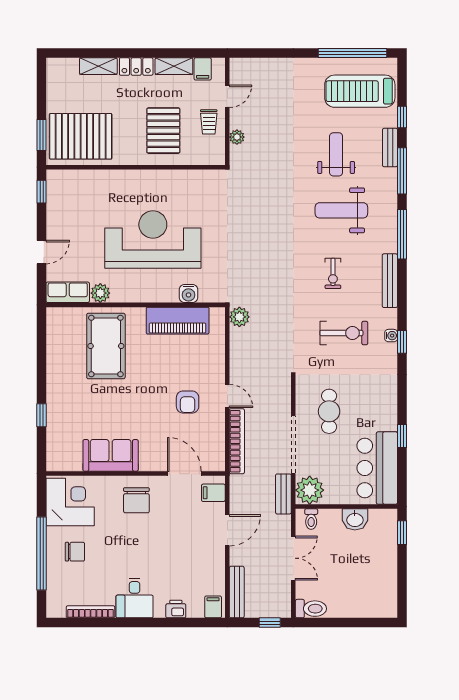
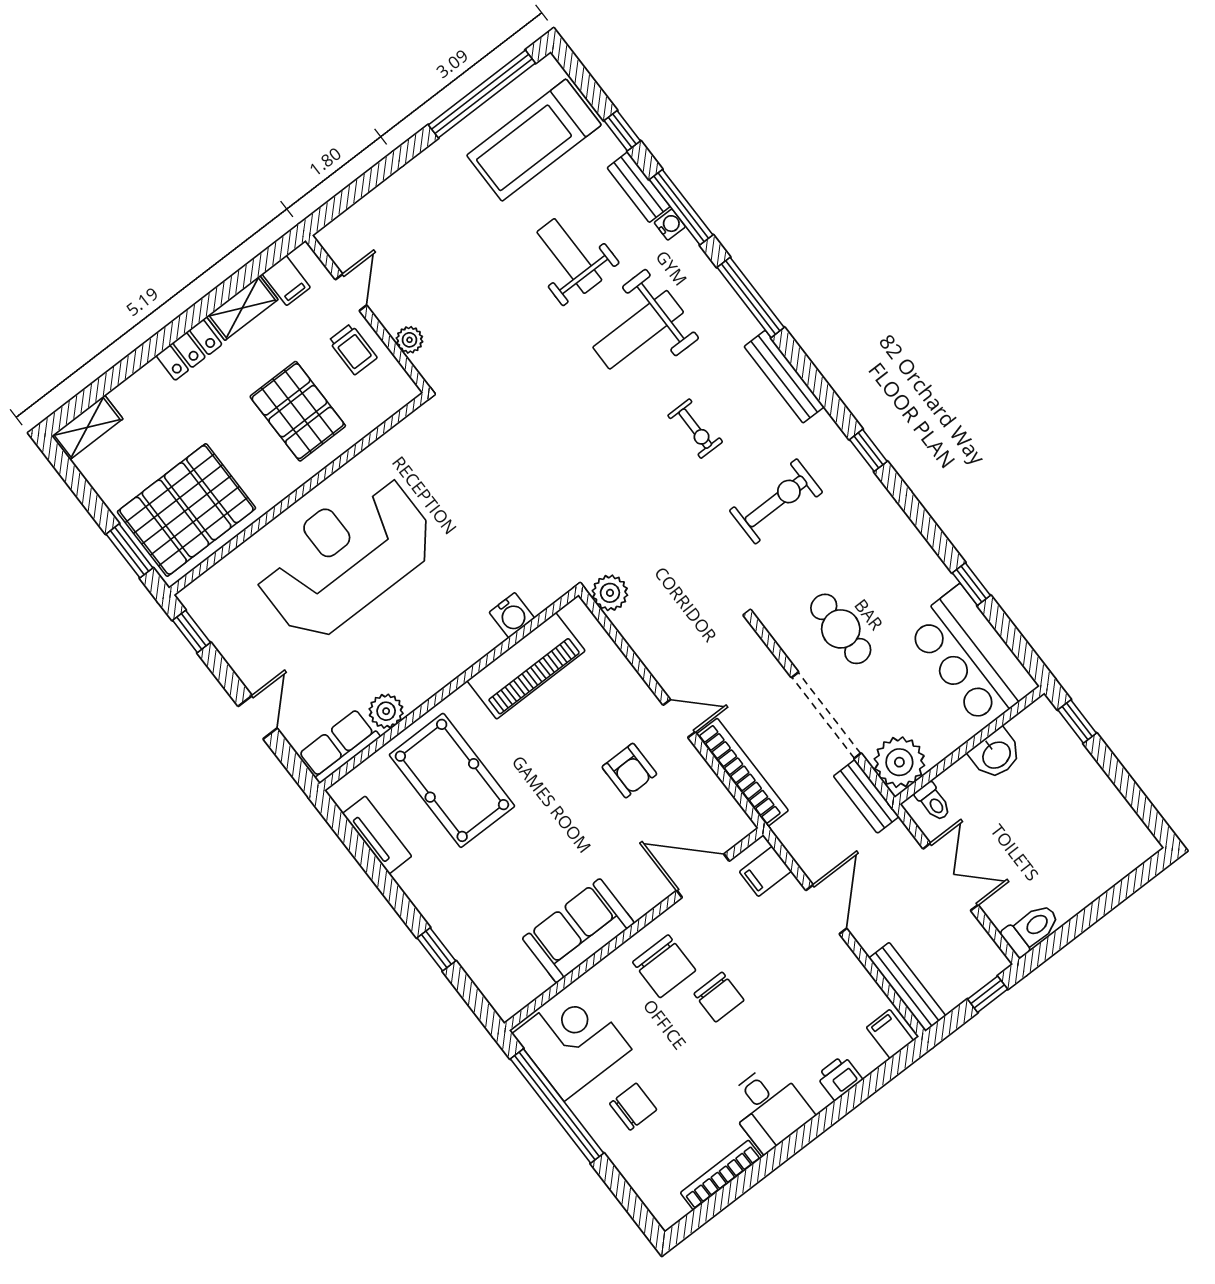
shelving: (98, 66) -> (87, 427), moved
reception desk: (153, 240) -> (345, 557), moved
water cooler: (391, 336) -> (670, 225), moved
tv unit: (54, 345) -> (377, 835), added
chair: (150, 532) -> (719, 997), added
window: (42, 553) -> (557, 1106), moved

